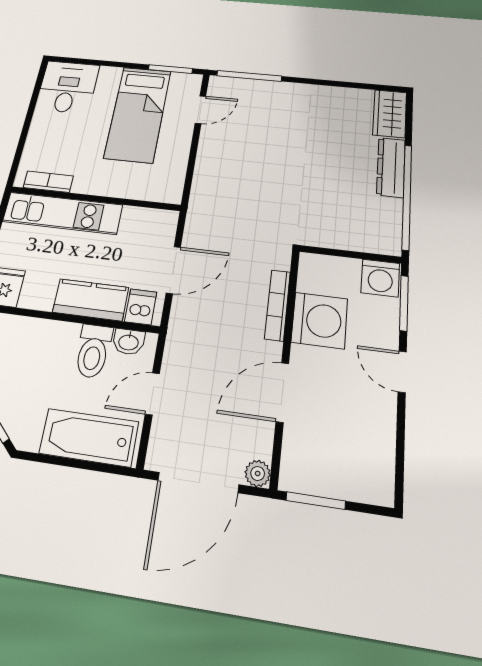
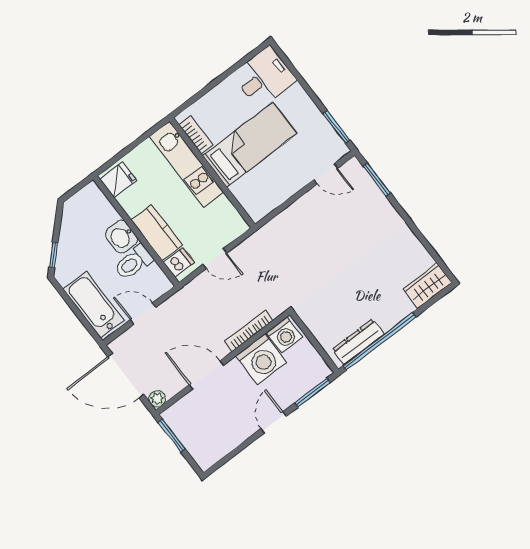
window: (249, 76) -> (377, 180), width x0.69
bed: (138, 114) -> (250, 145), moved, turned 180
dresser: (391, 167) -> (358, 342), moved
door: (173, 270) -> (215, 259), width x0.73
washing machine: (380, 278) -> (284, 335), moved, turned -90
washbasin: (129, 342) -> (121, 237), moved, width x1.38, depth x1.45

